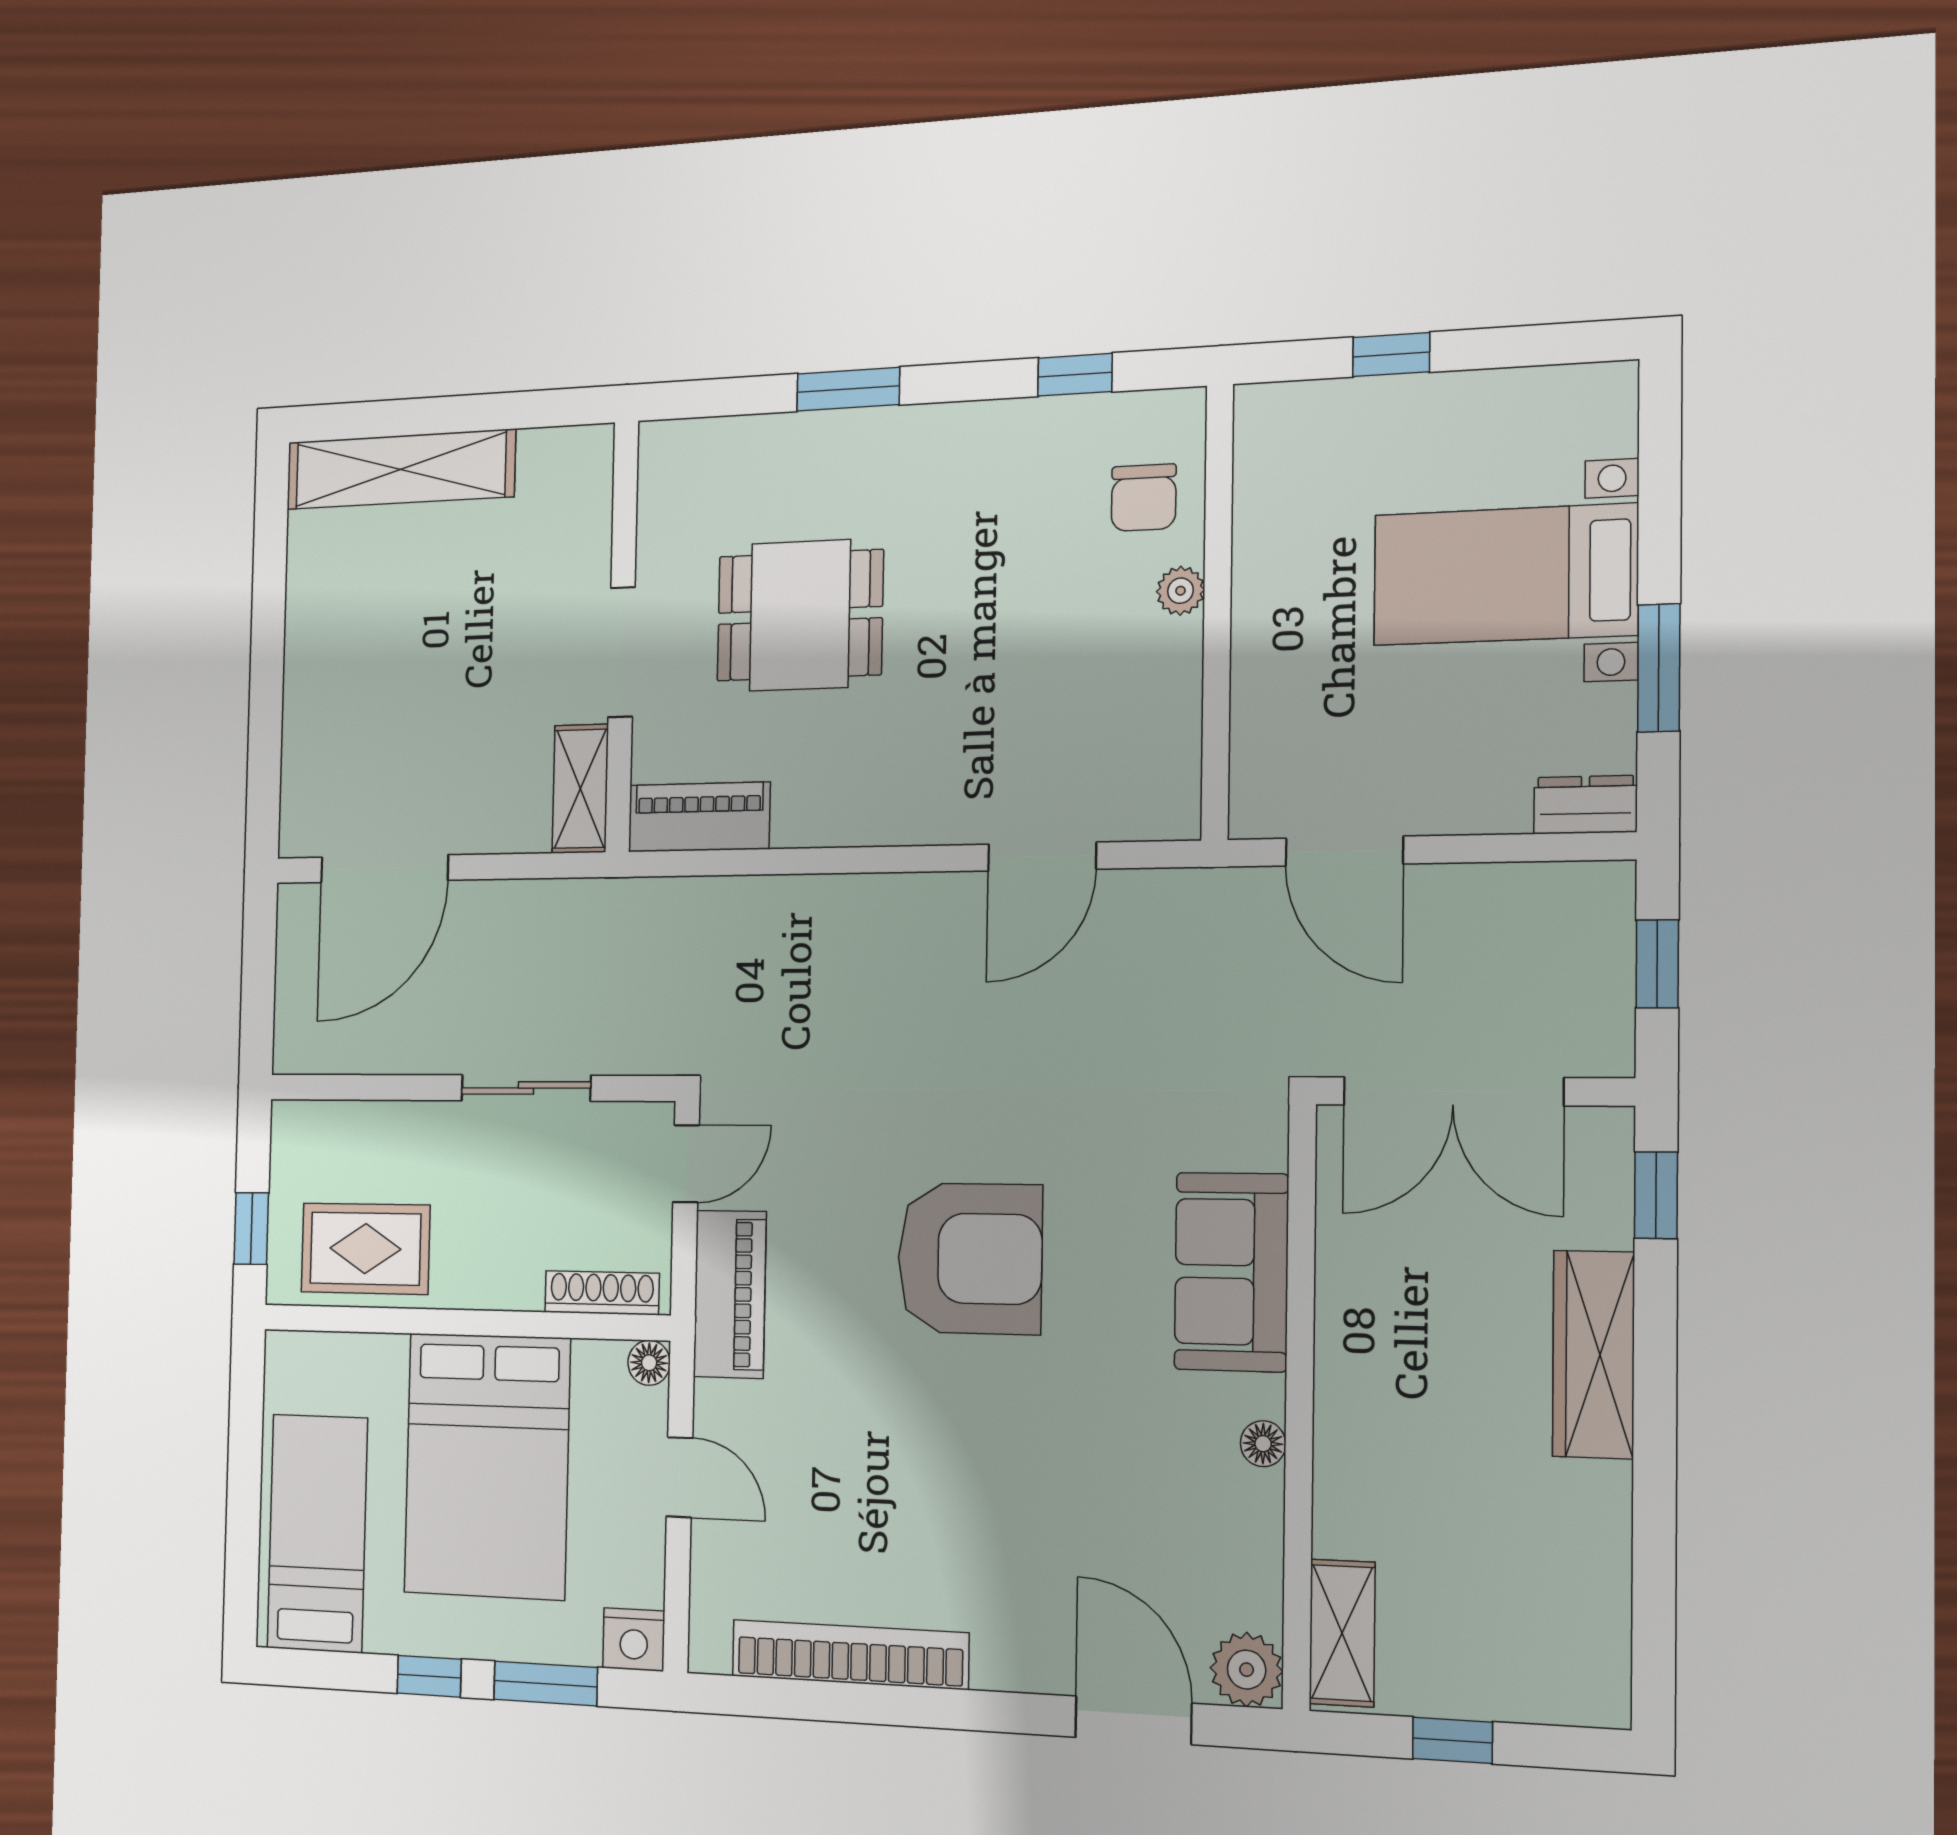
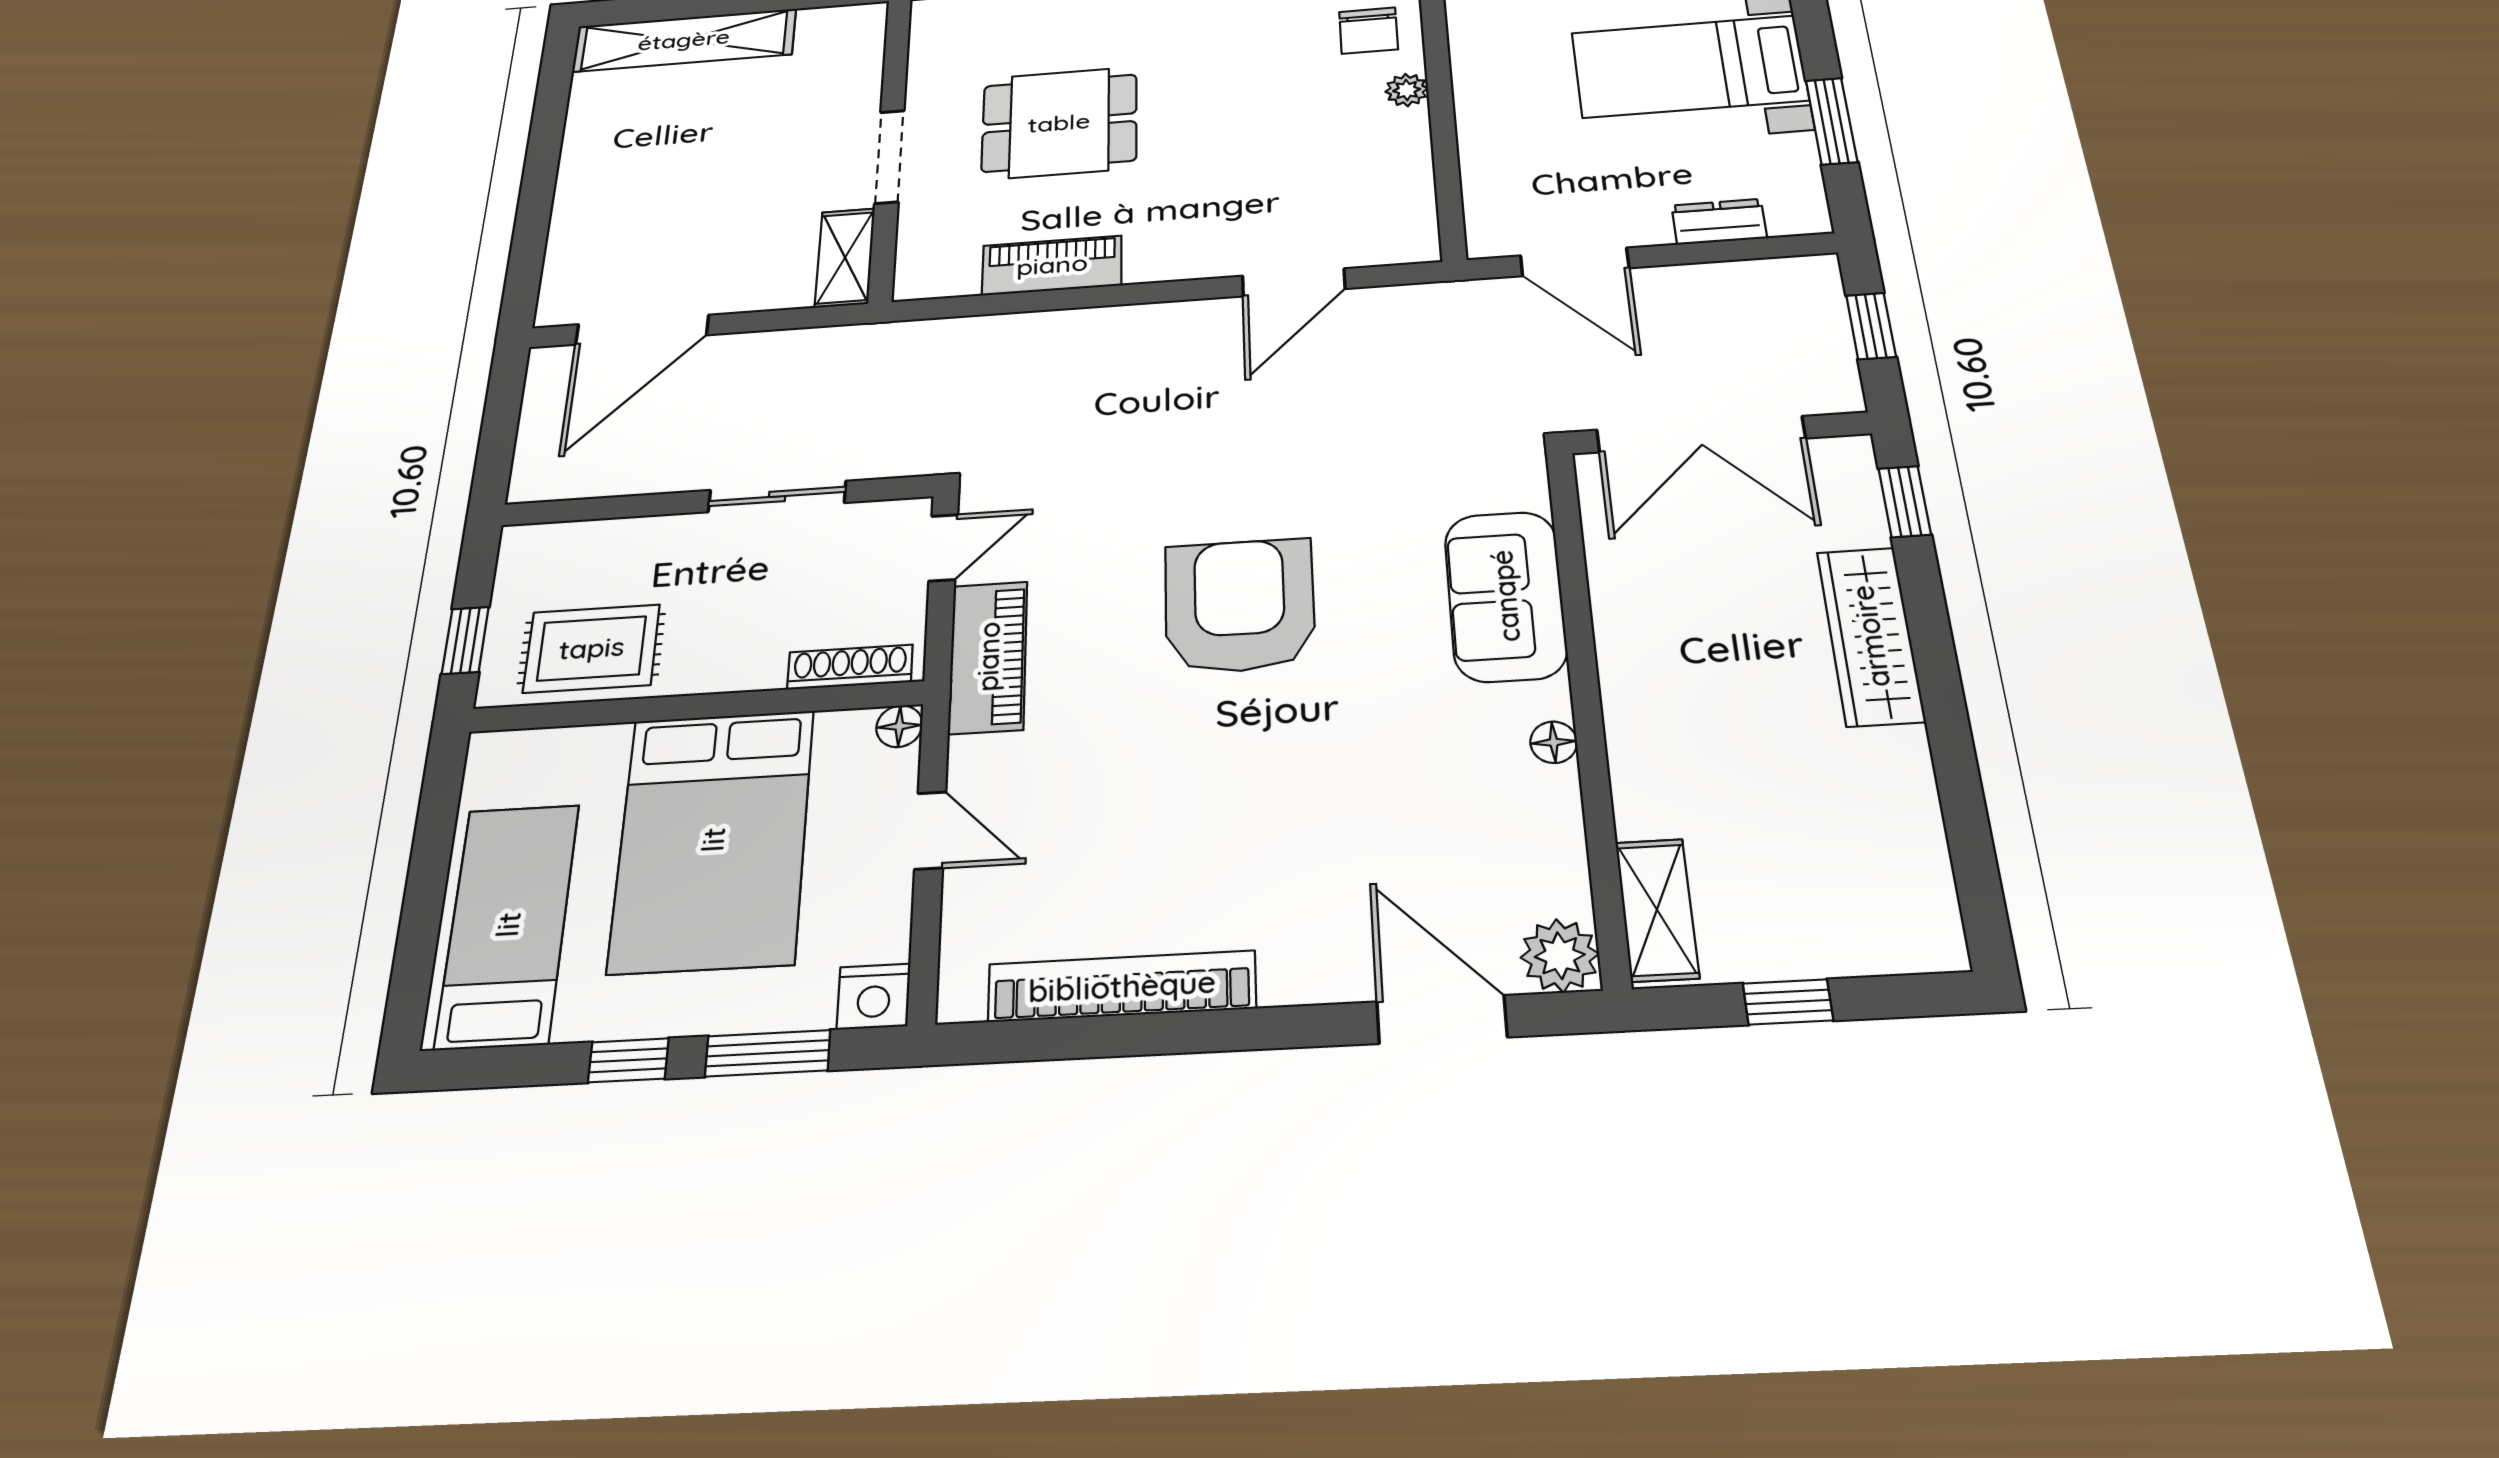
dresser: (1585, 805) -> (1719, 222), moved
piano: (699, 817) -> (1052, 265), moved
armchair: (970, 1258) -> (1240, 606), turned -90

